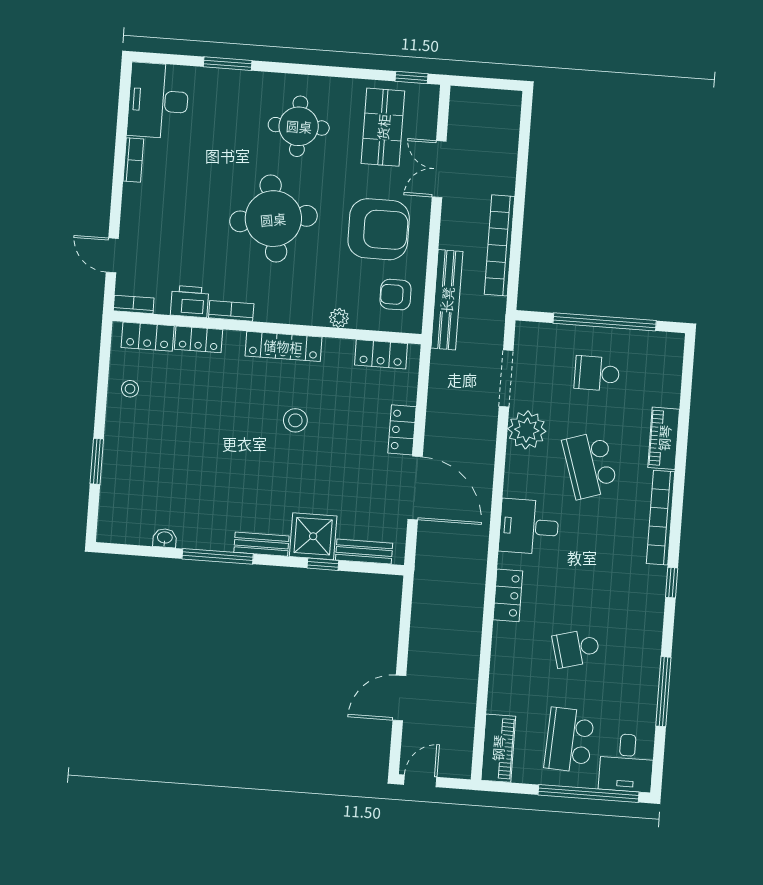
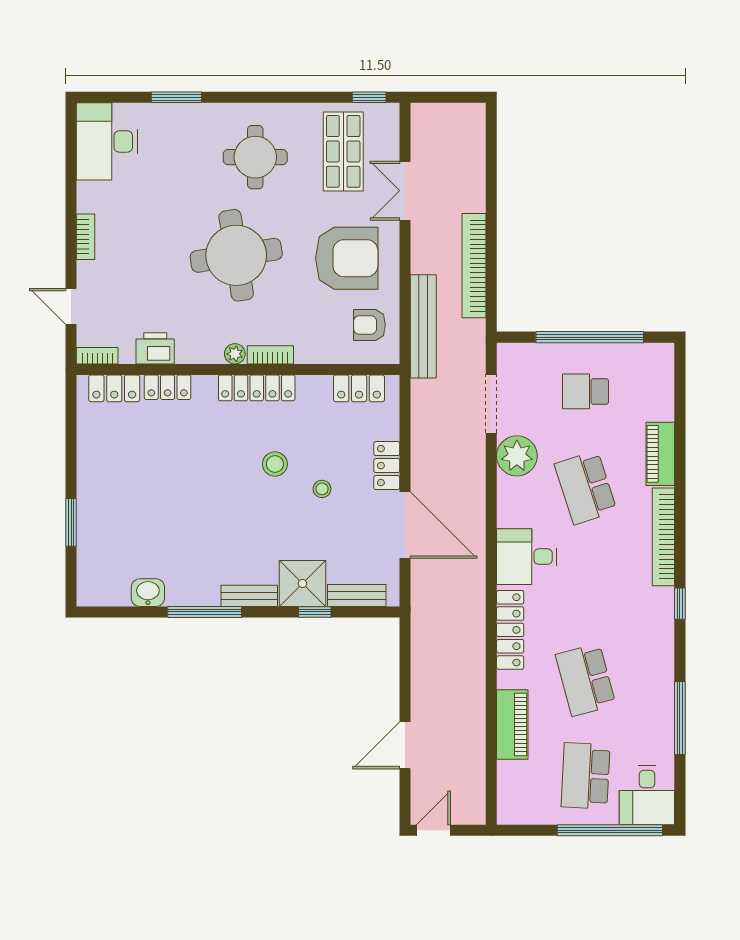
bookcase: (133, 160) -> (86, 237), moved
bookcase: (231, 311) -> (270, 355), moved
plant: (339, 318) -> (235, 354), moved
stool: (130, 389) -> (322, 489), moved
washbasin: (165, 538) -> (148, 593), width x1.38, depth x1.45
locker: (508, 595) -> (510, 630), width x1.53
school desk: (576, 648) -> (586, 680), width x1.85
piano: (498, 748) -> (512, 724), moved

